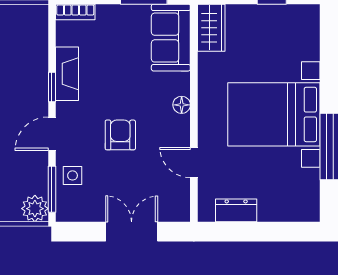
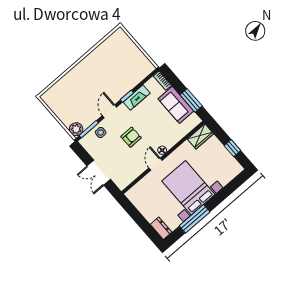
sofa: (171, 38) -> (176, 105), moved, turned -90
door: (52, 134) -> (109, 111), hinge flipped
door: (194, 163) -> (155, 164), moved
dresser: (236, 210) -> (161, 228), moved
double door: (132, 232) -> (99, 173), swing flipped

